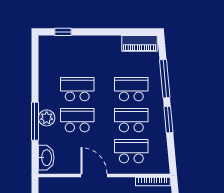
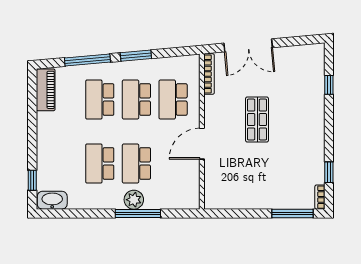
washbasin: (46, 158) -> (52, 200), moved

